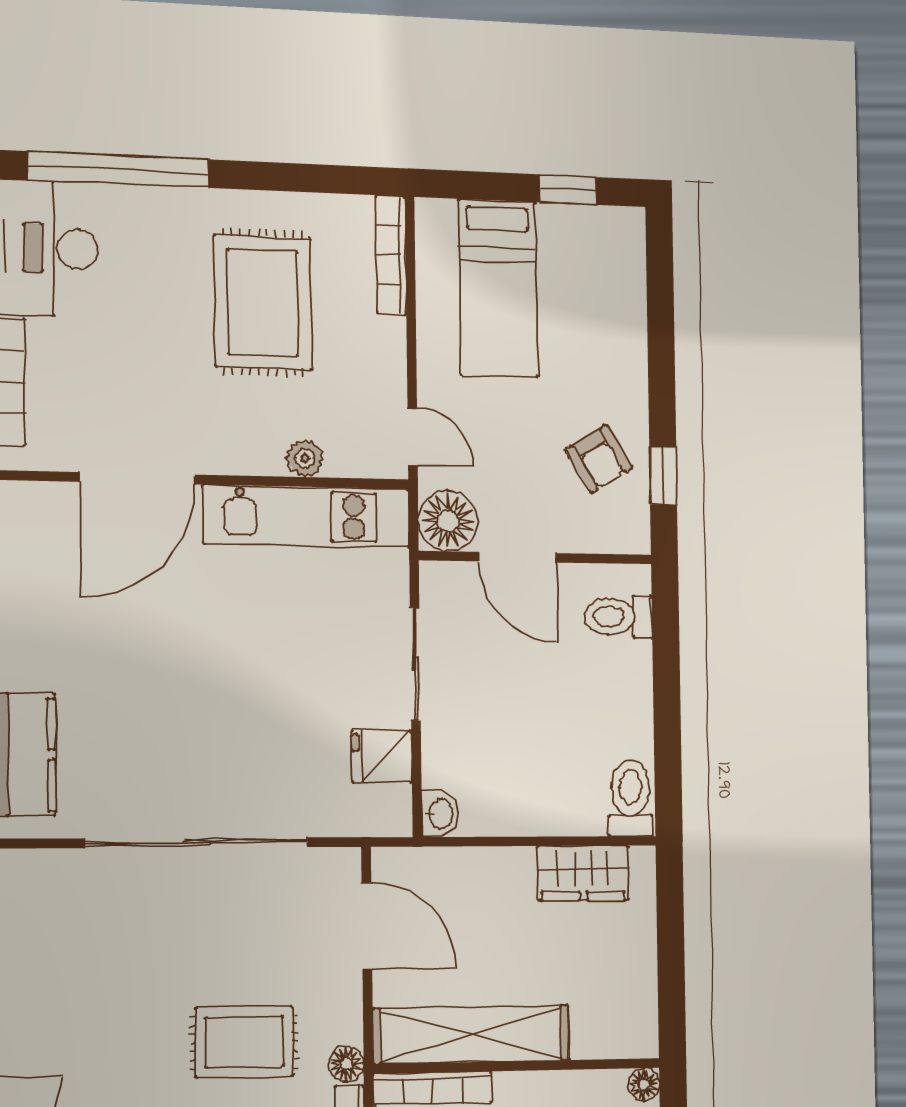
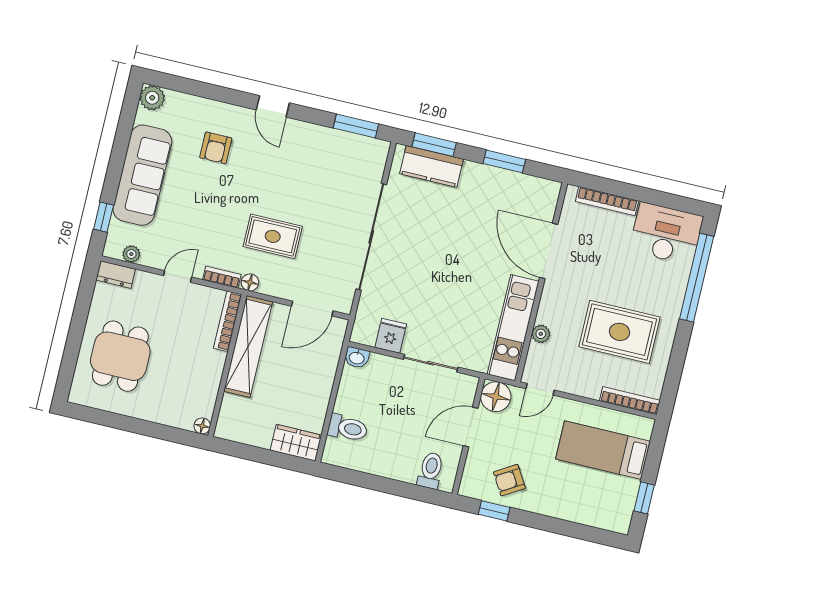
toilet: (630, 798) -> (348, 428), moved
wardrobe: (583, 873) -> (296, 443), moved, turned 90
rug: (244, 1042) -> (273, 236), turned 90

